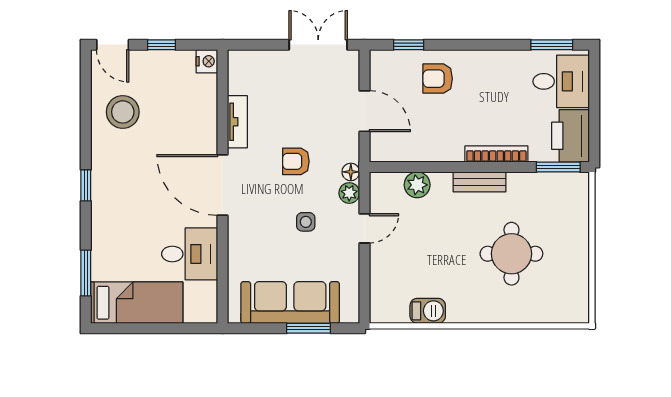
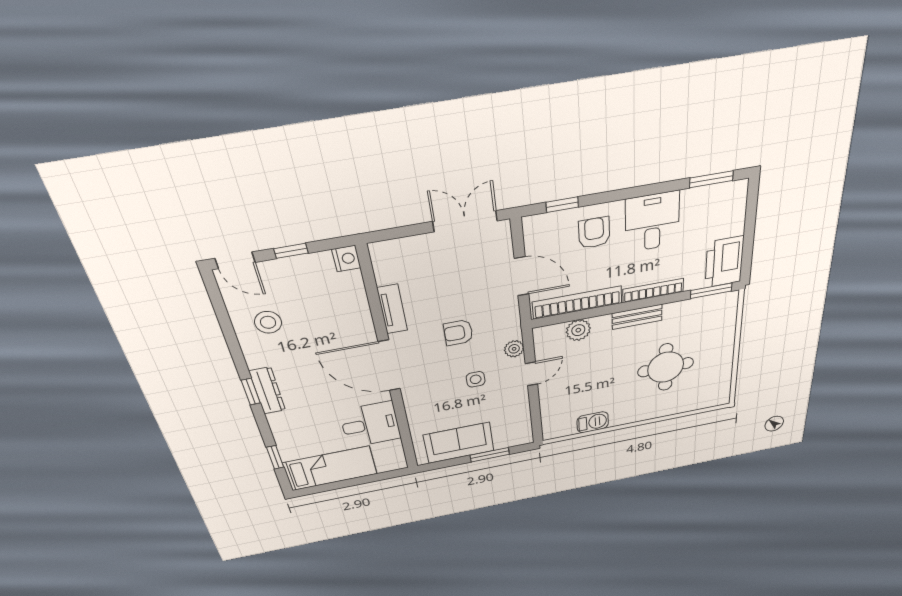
armchair: (438, 79) -> (594, 233), turned 90
desk: (561, 81) -> (652, 222), moved, turned -90
stool: (123, 112) -> (268, 322), width x0.73, depth x0.73
bookcase: (418, 152) -> (577, 303), added
floor lamp: (351, 172) -> (514, 331), removed
dresser: (101, 188) -> (267, 391), added
window: (86, 273) -> (275, 457), width x0.67
sofa: (290, 303) -> (459, 443), width x0.73

